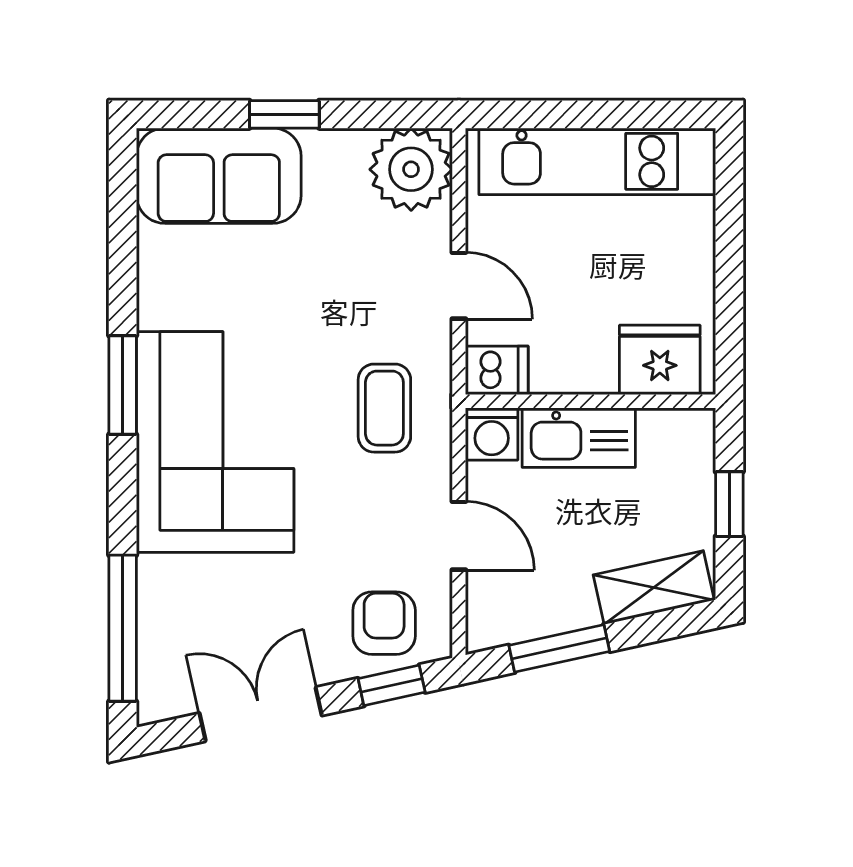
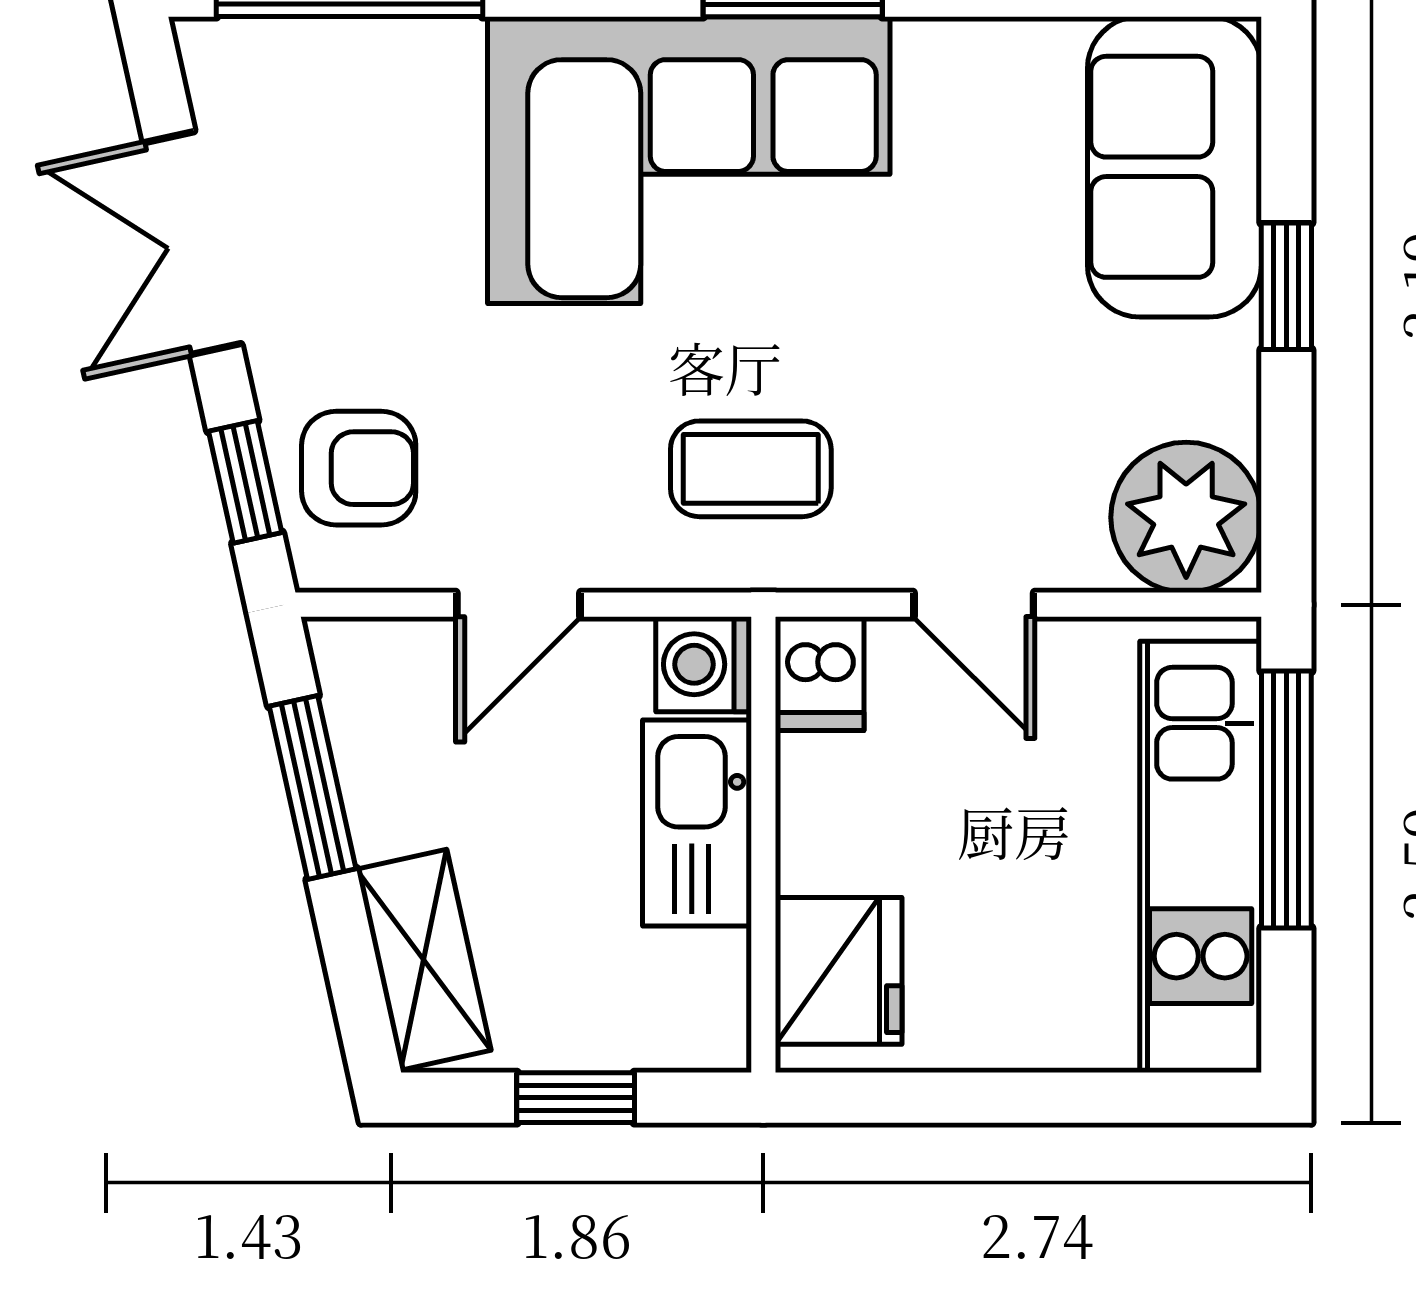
window: (566, 114) -> (1286, 799), added
door: (459, 286) -> (974, 605), hinge flipped
double door: (261, 714) -> (193, 243), swing flipped

